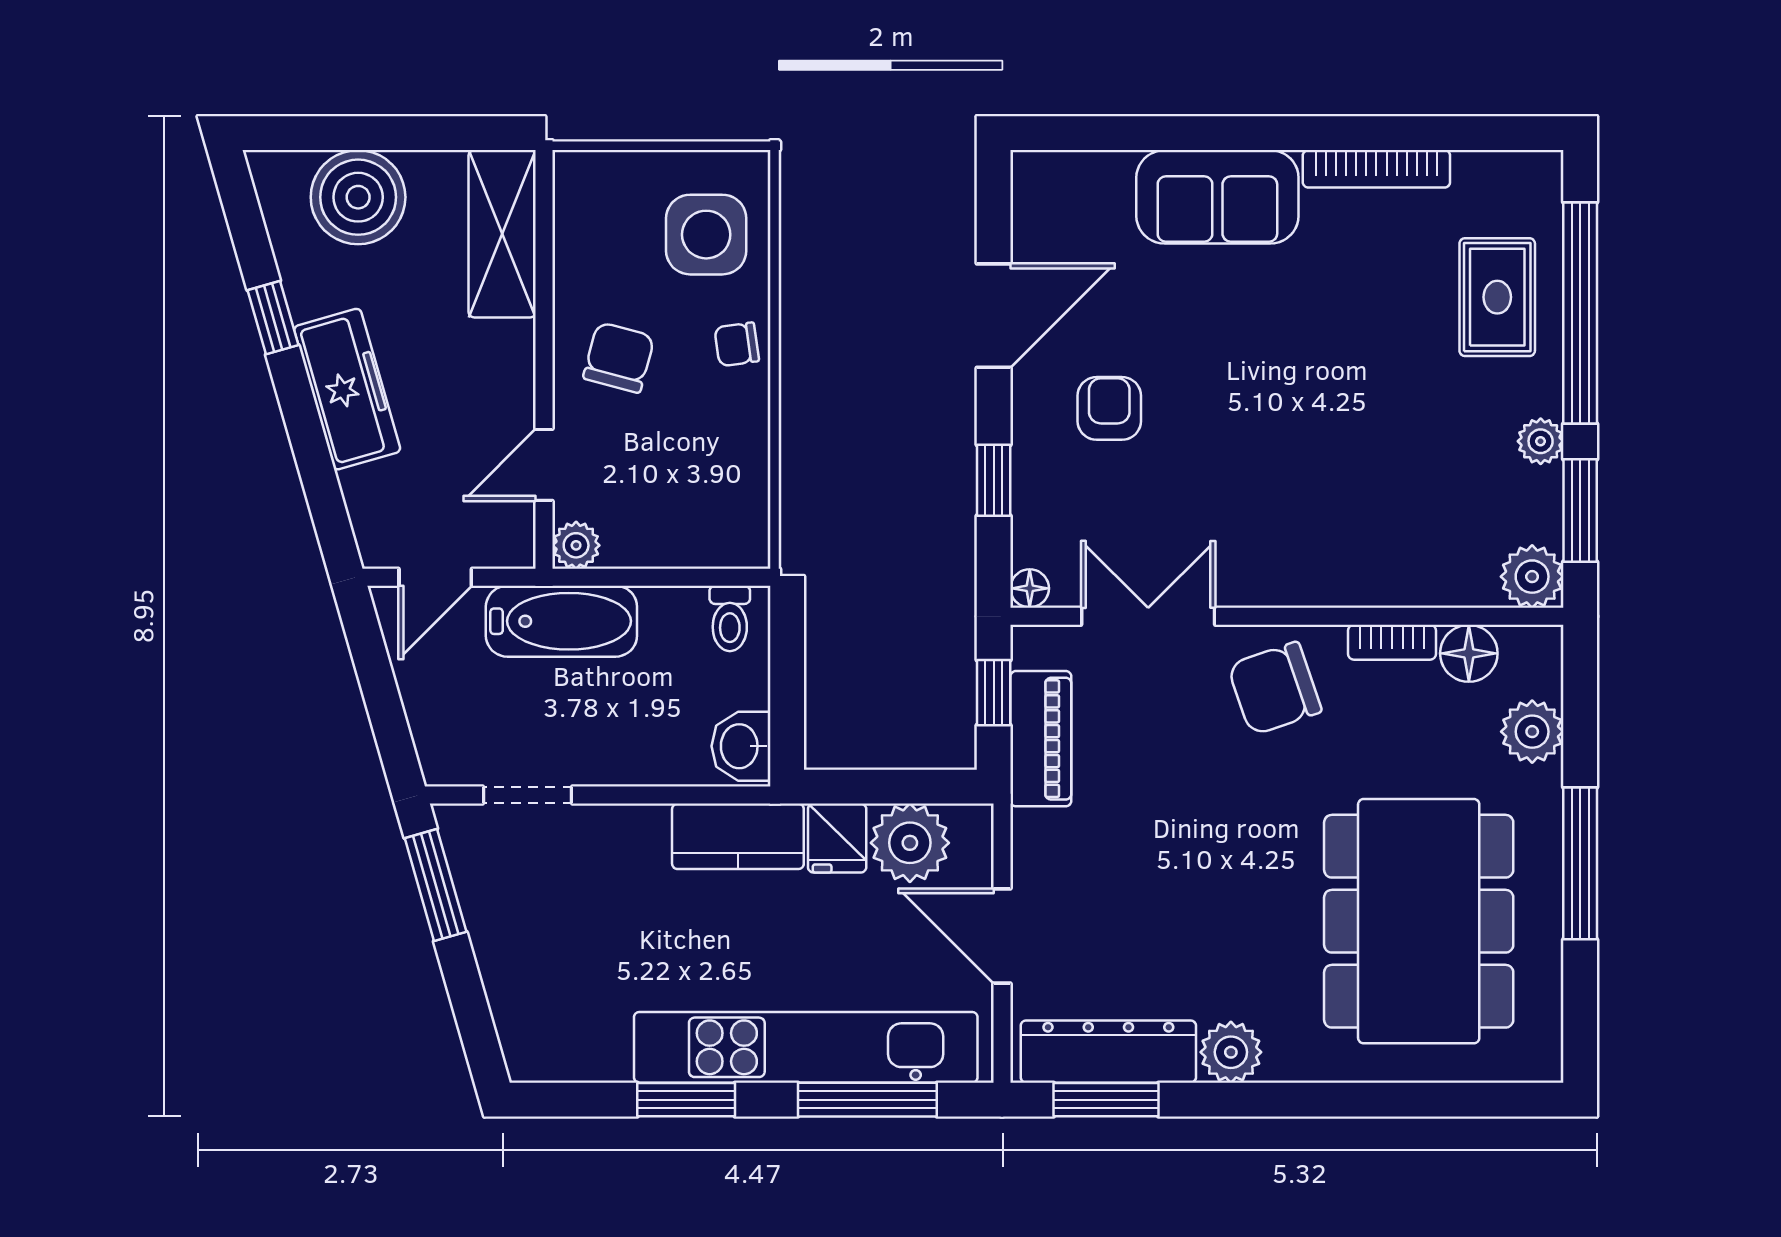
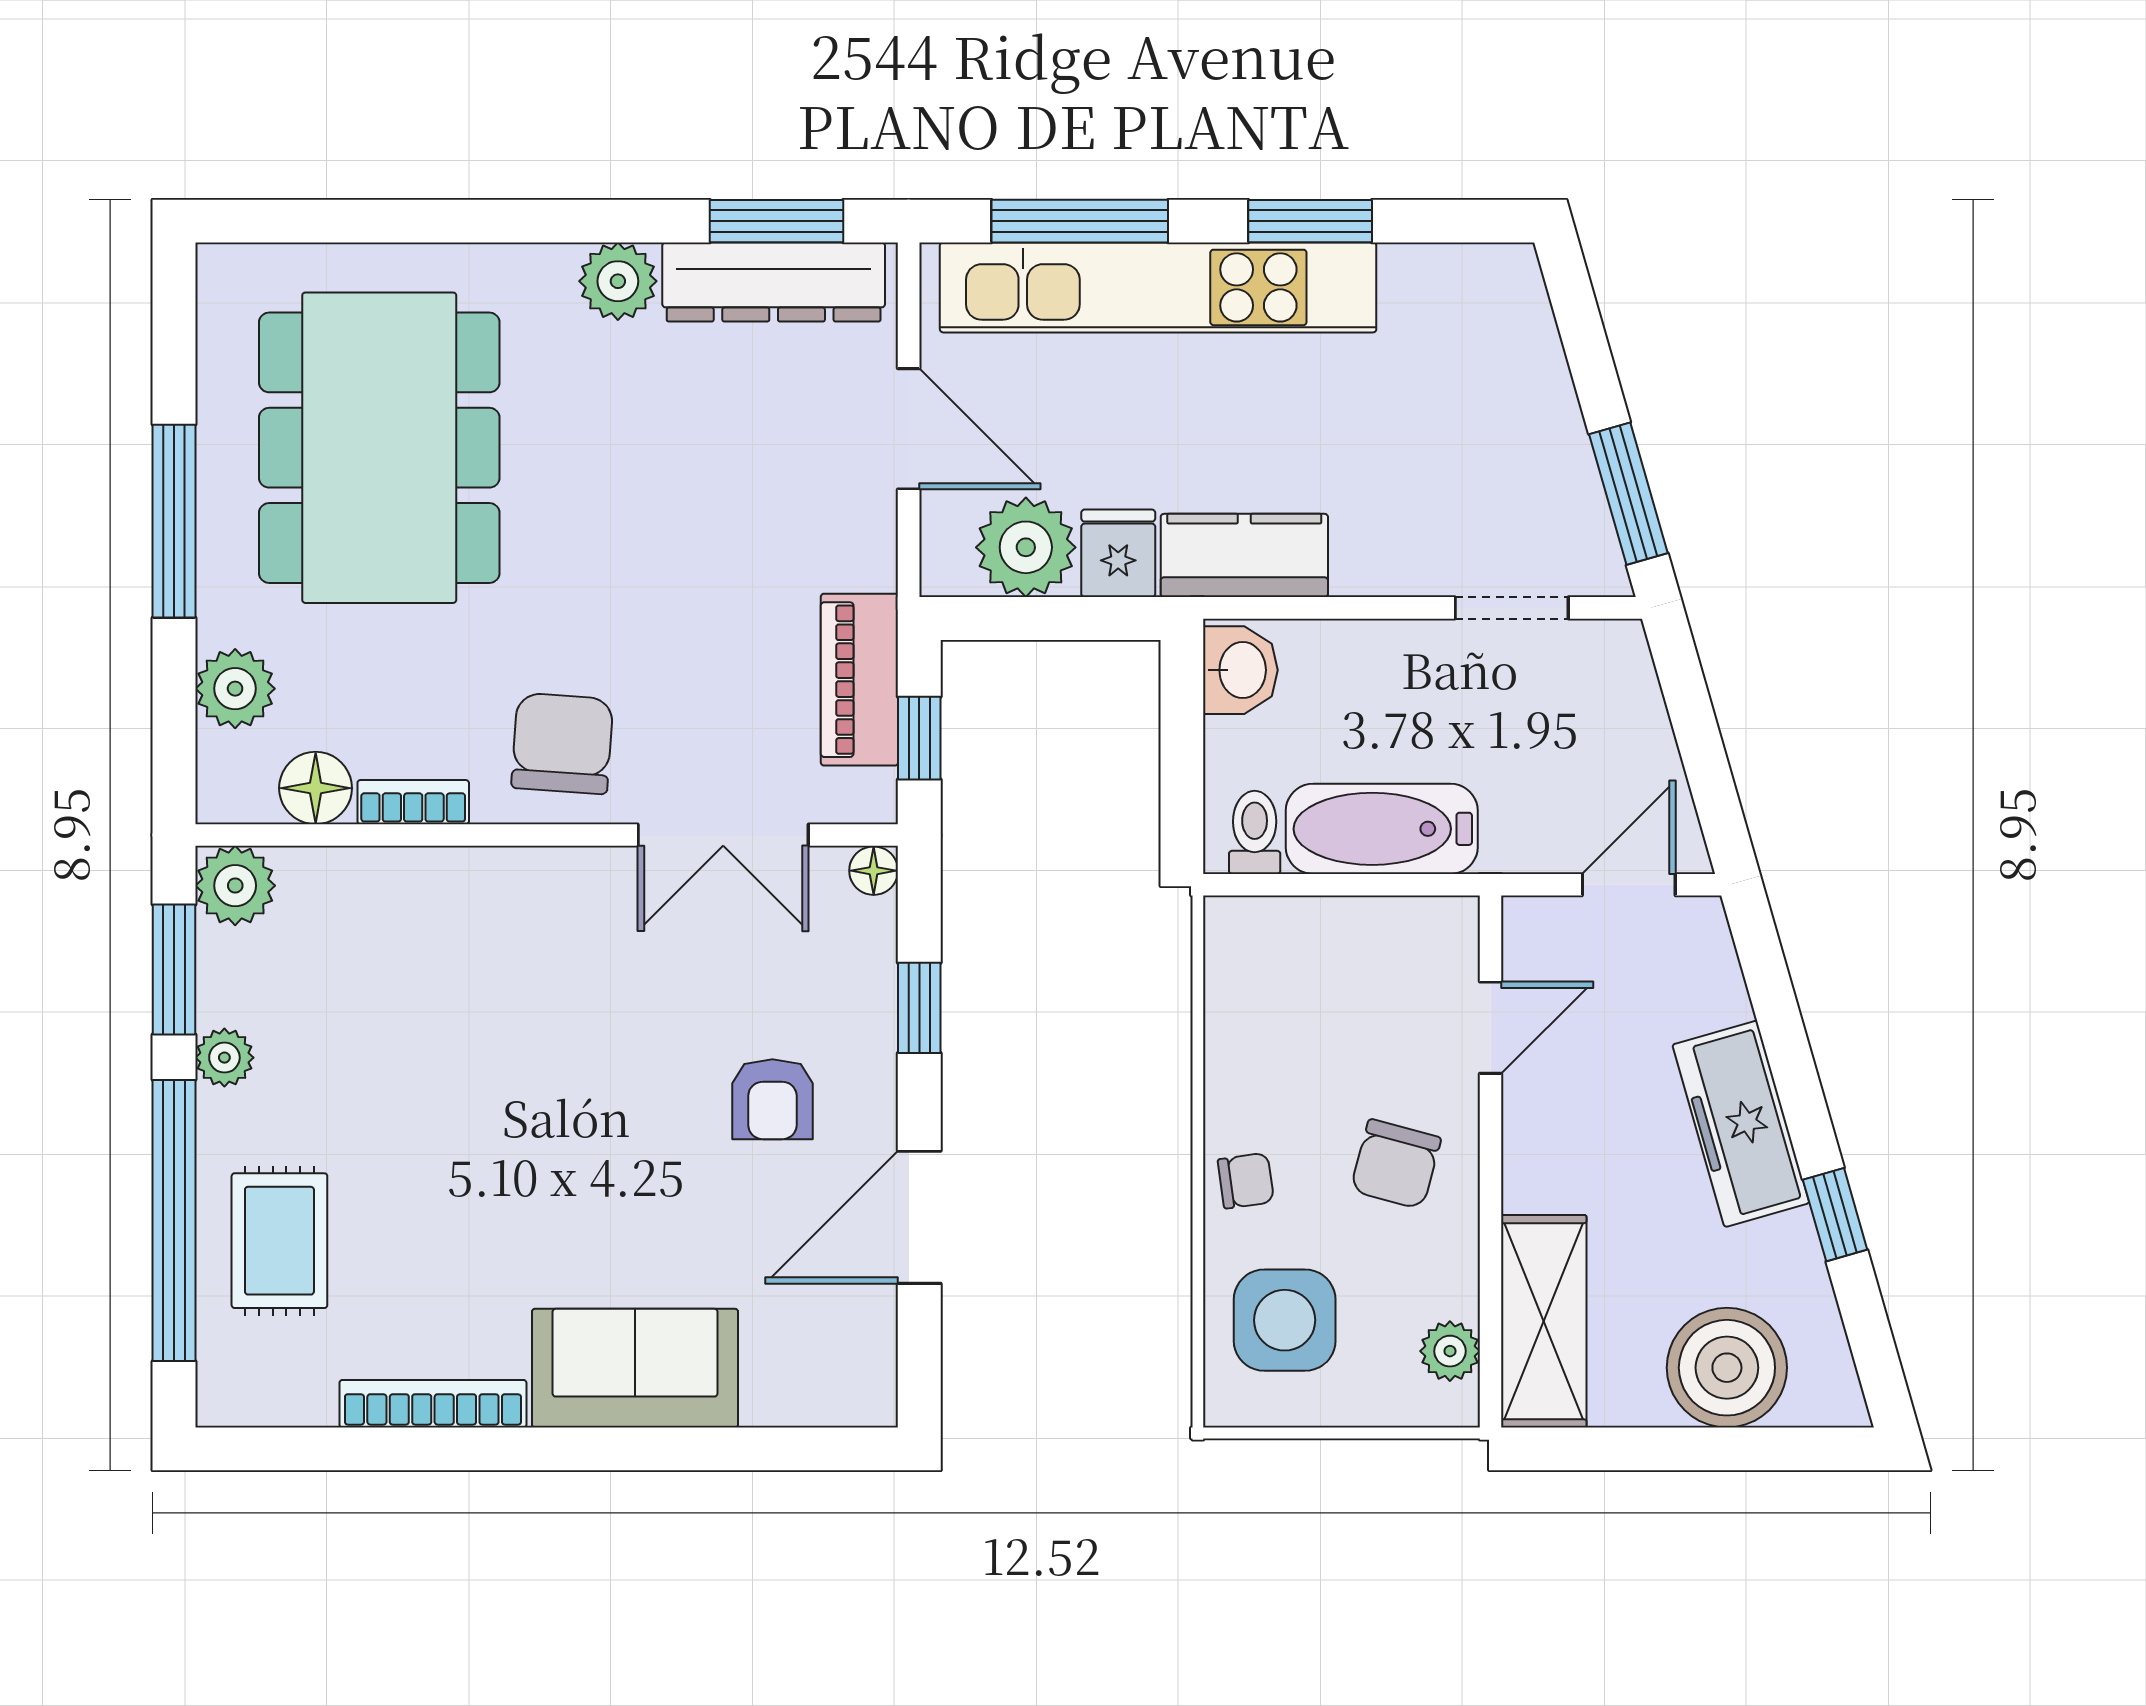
plant: (576, 545) -> (1450, 1351), moved
bathtub: (561, 621) -> (1382, 829), moved
chair: (1275, 688) -> (562, 744), turned -67

